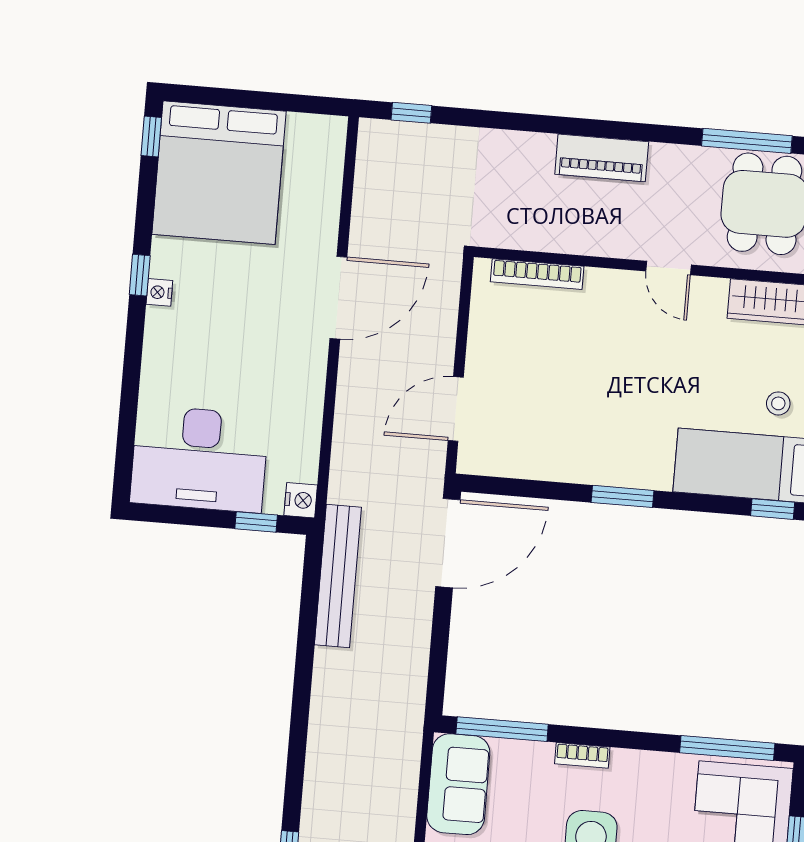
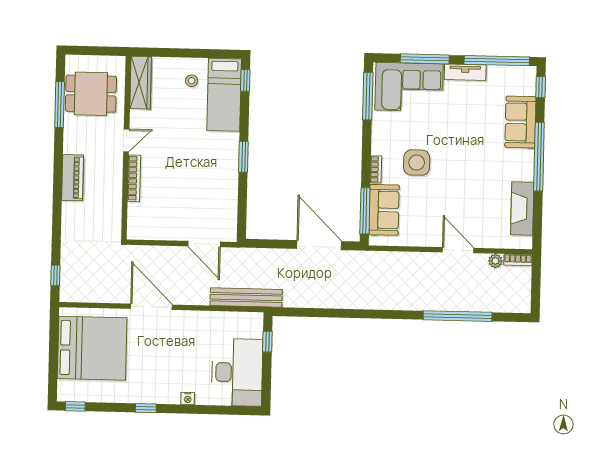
bed: (219, 173) -> (92, 348), moved
bookcase: (537, 274) -> (134, 178), moved
nightstand: (159, 292) -> (188, 398), moved
nightstand: (301, 500) -> (255, 320), removed
door: (448, 543) -> (319, 245), moved
bench: (338, 576) -> (246, 298), moved
sofa: (458, 784) -> (384, 210), moved, turned 90

